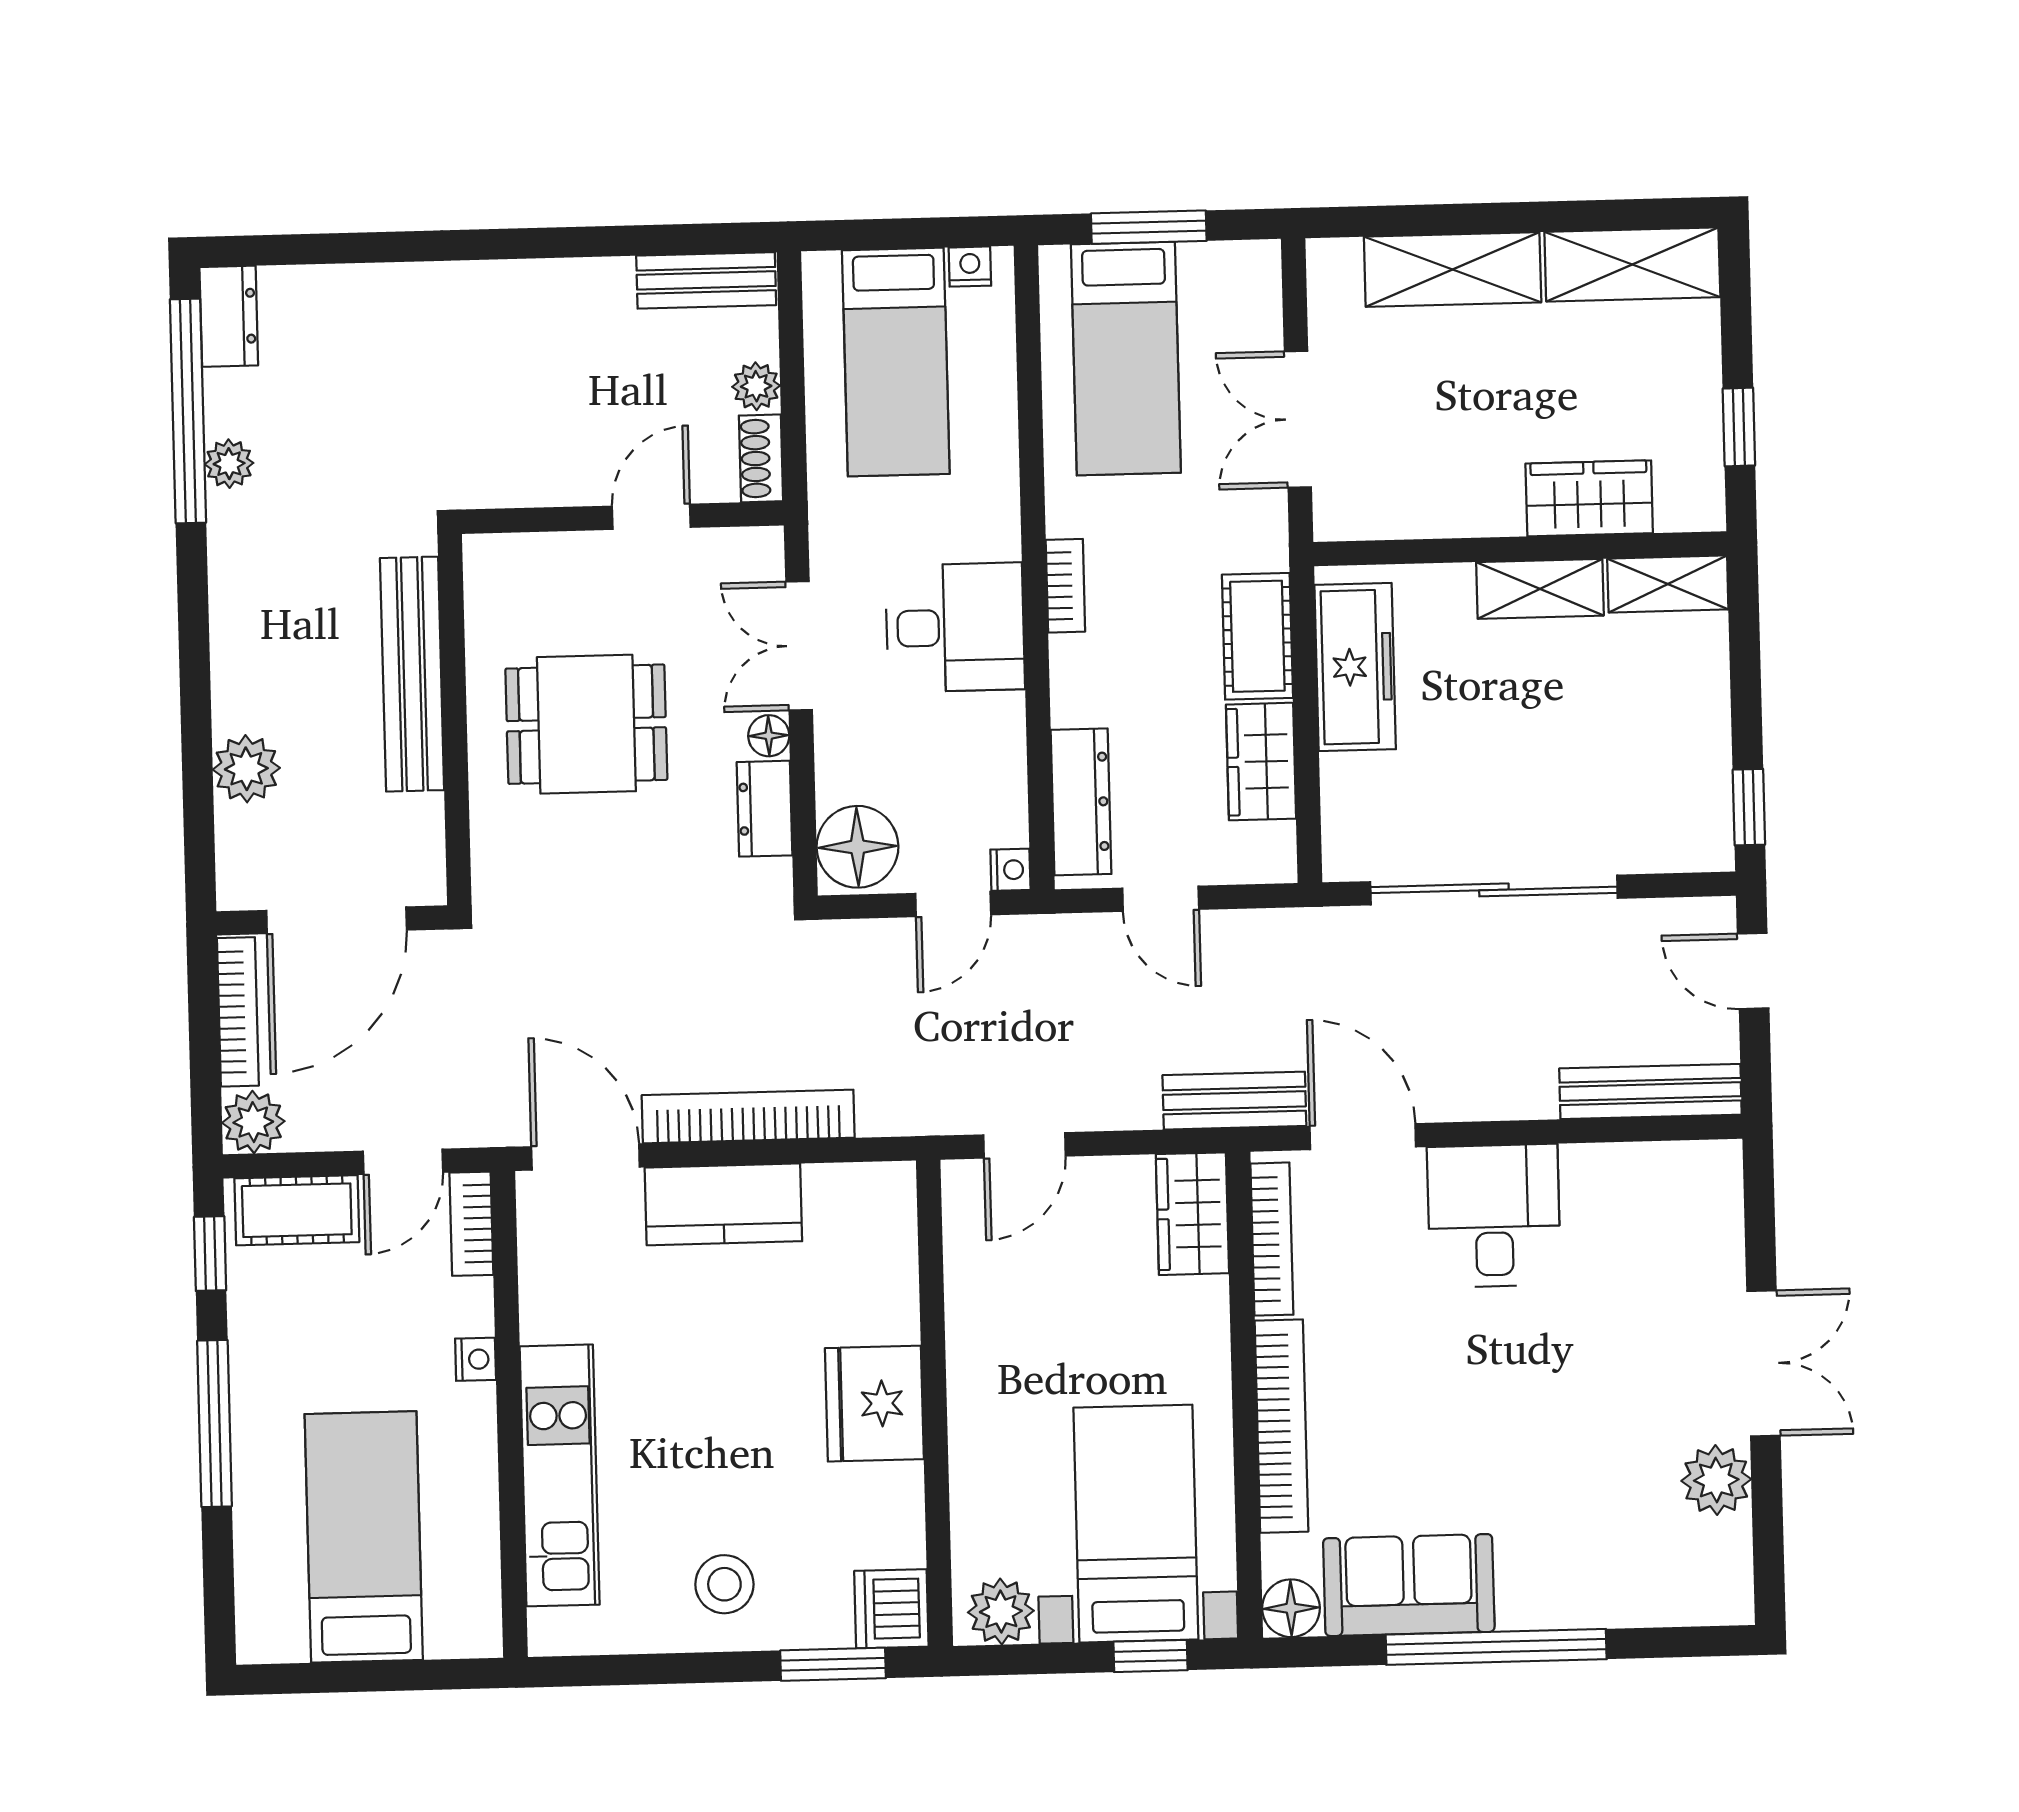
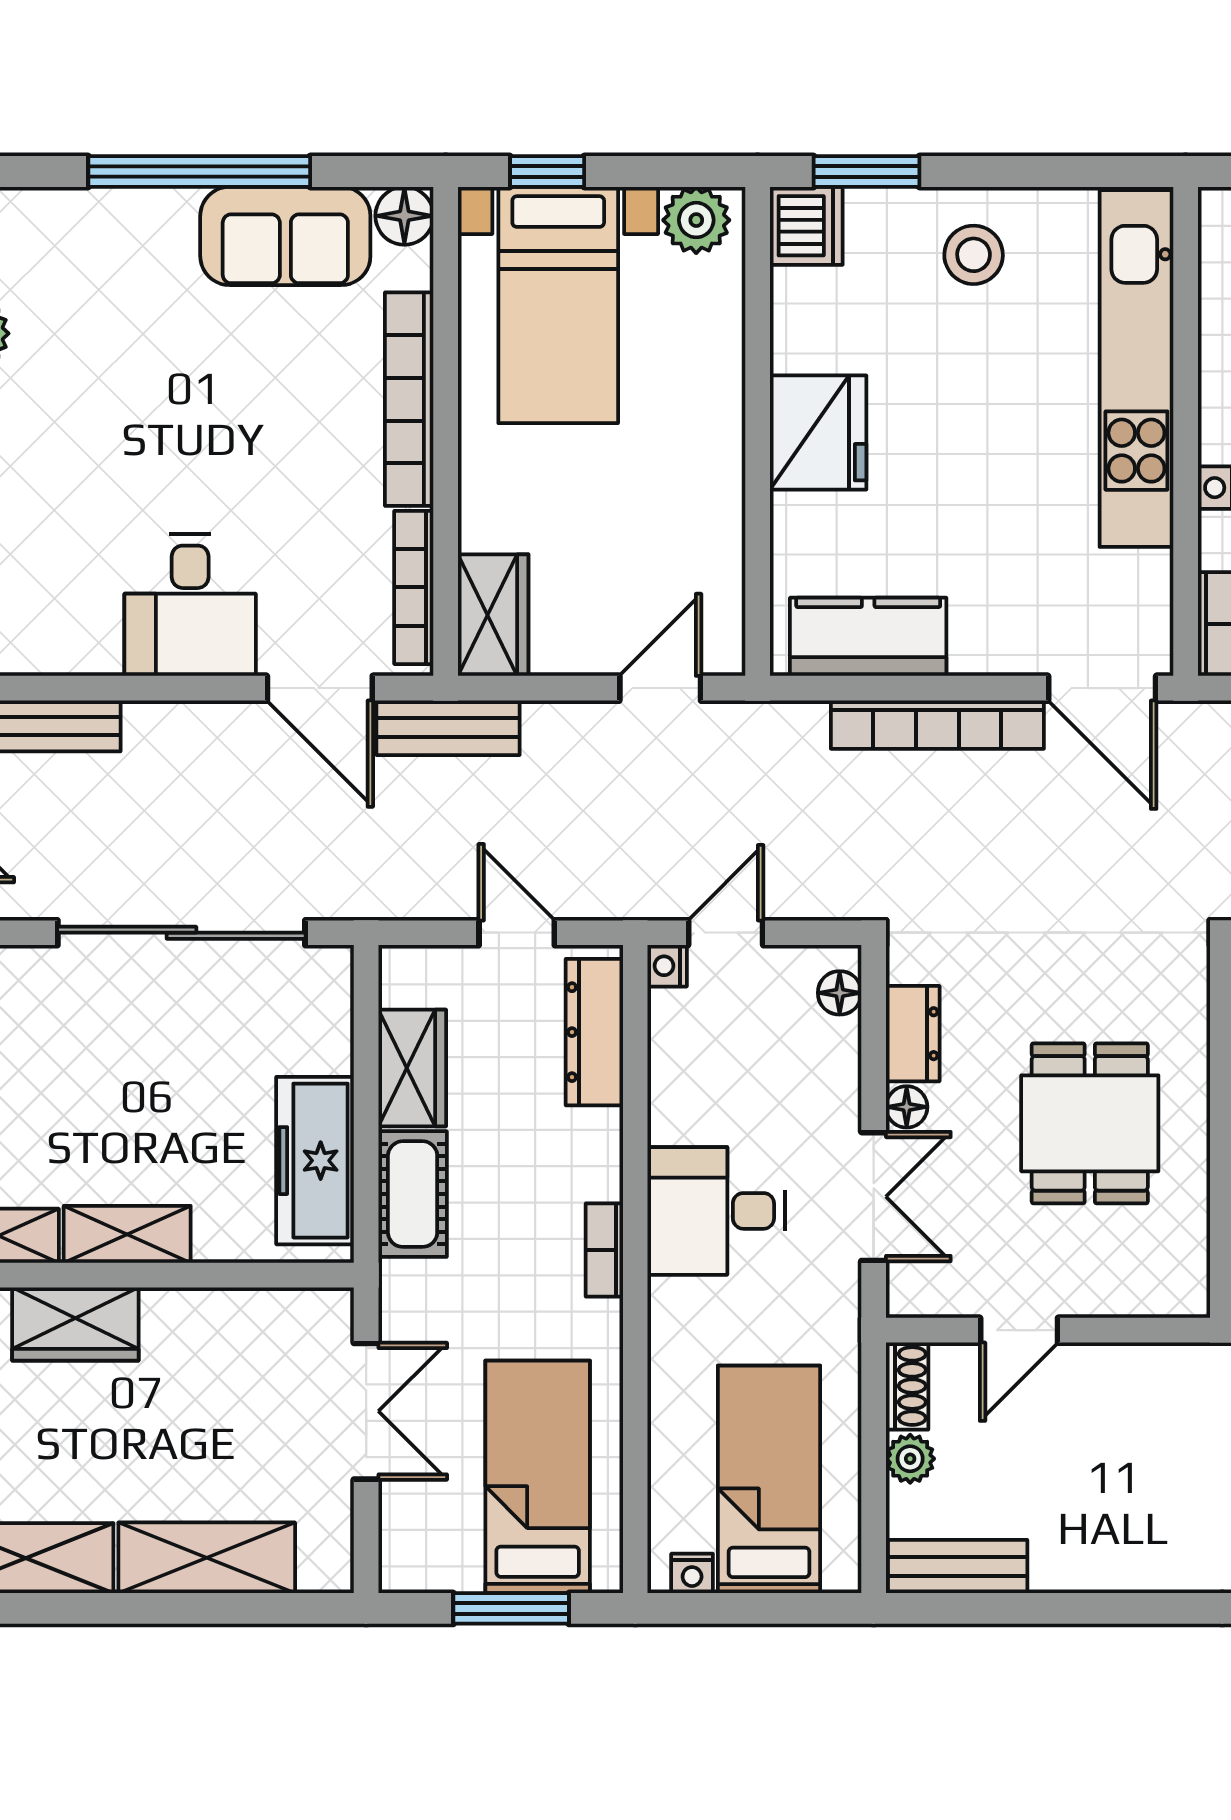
dining table: (586, 724) -> (1090, 1123), turned 90
floor lamp: (858, 847) -> (840, 993), width x0.53, depth x0.53
kitchen counter: (723, 1204) -> (868, 637), moved
kitchen unit: (560, 1475) -> (1136, 369), width x1.36

